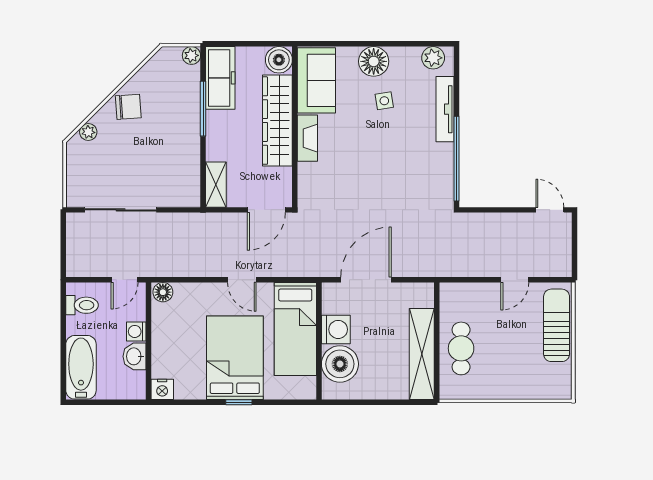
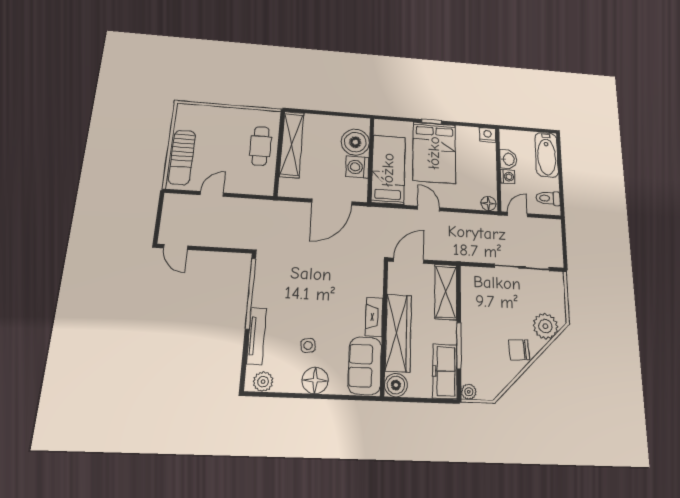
plant: (88, 132) -> (545, 326), width x1.88, depth x1.88
shelving: (216, 185) -> (446, 292), width x1.50, depth x1.33

